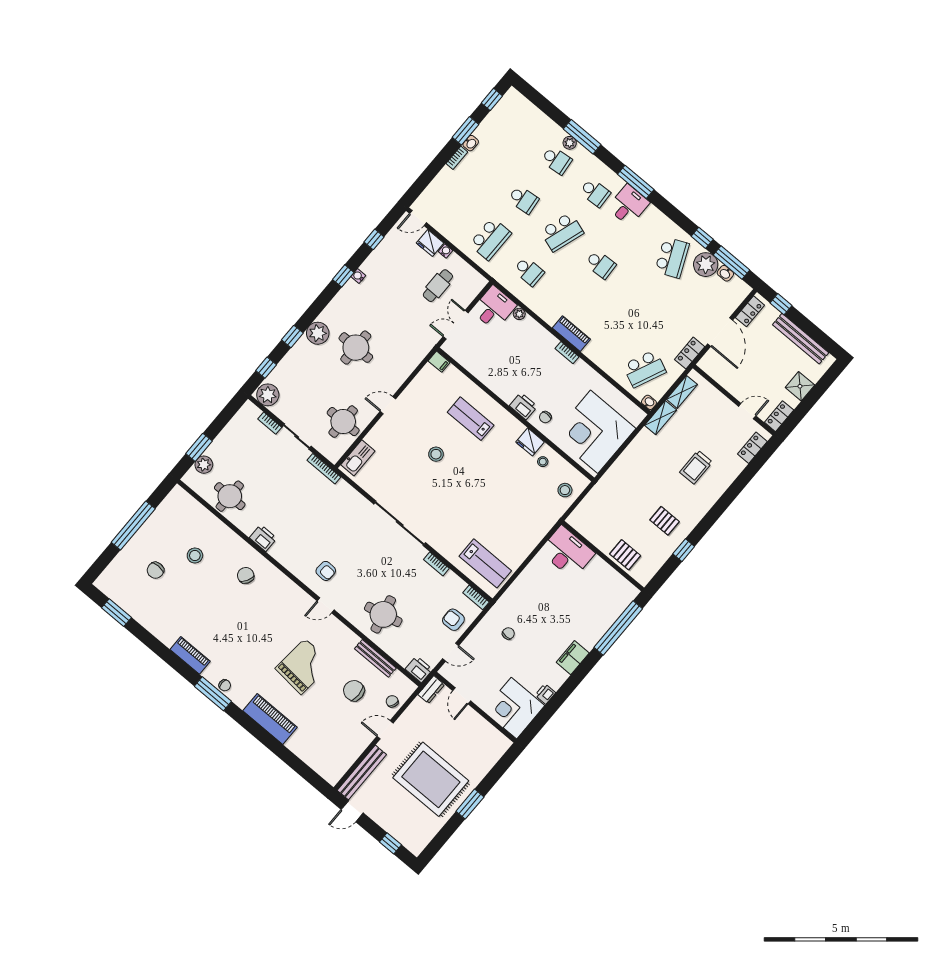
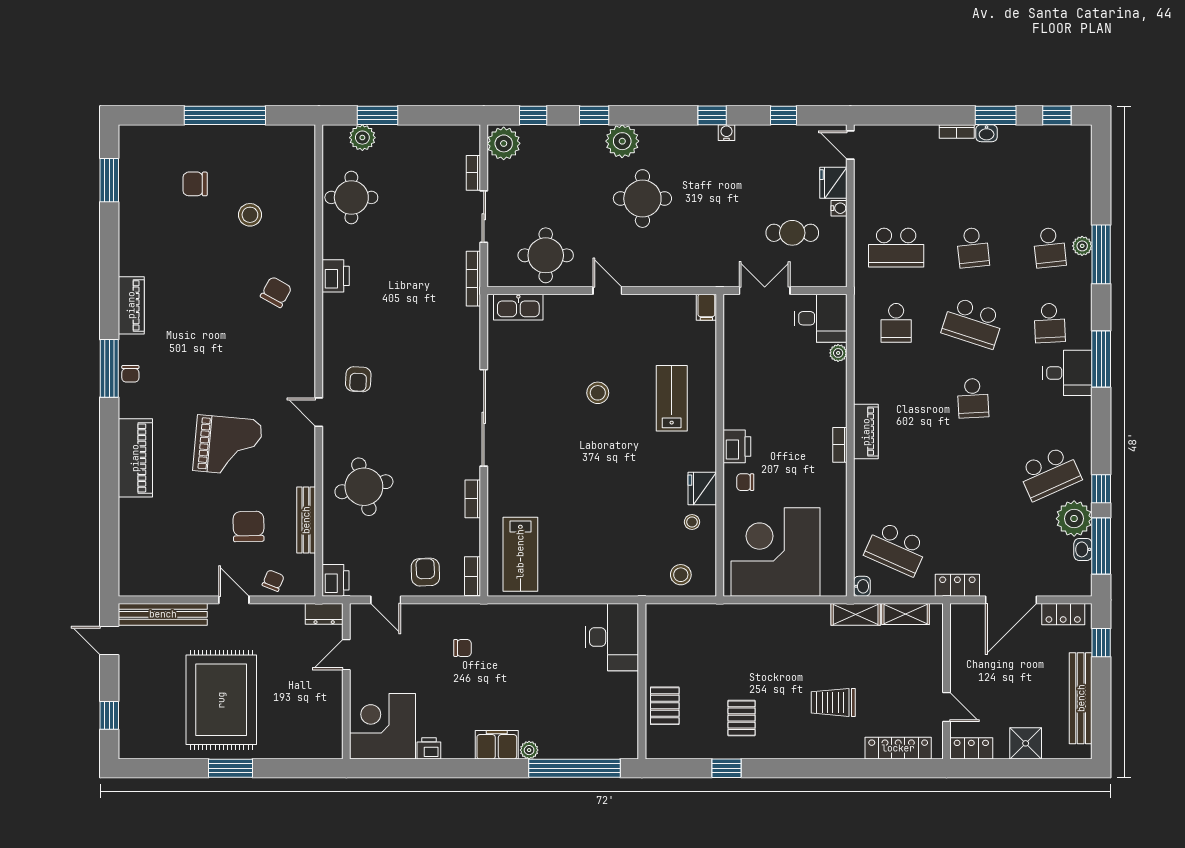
locker: (752, 448) -> (898, 748), width x1.53
plant: (589, 643) -> (529, 750), added

